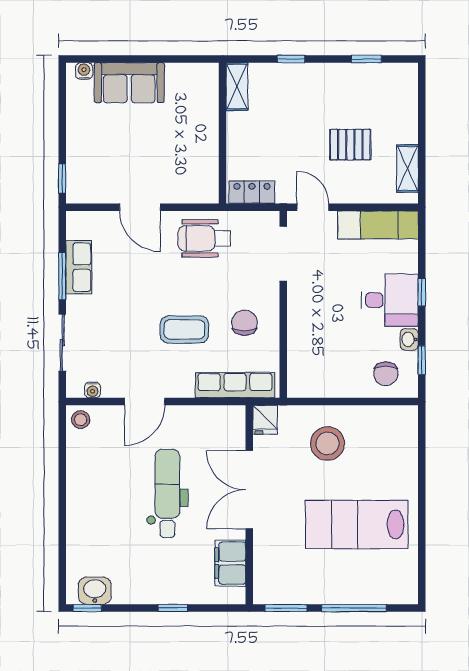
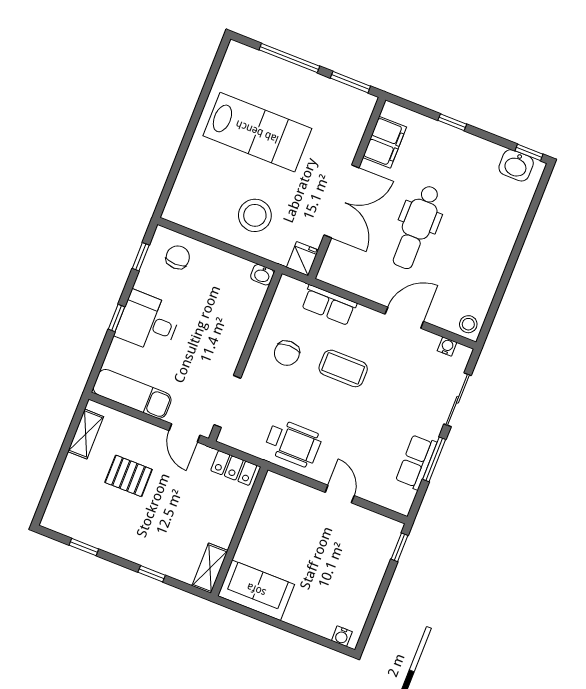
sofa: (129, 83) -> (256, 590), moved
door: (140, 207) -> (340, 494), width x0.73
washbasin: (409, 339) -> (262, 275), moved, turned 90
row of seats: (235, 385) -> (329, 305), width x0.68

